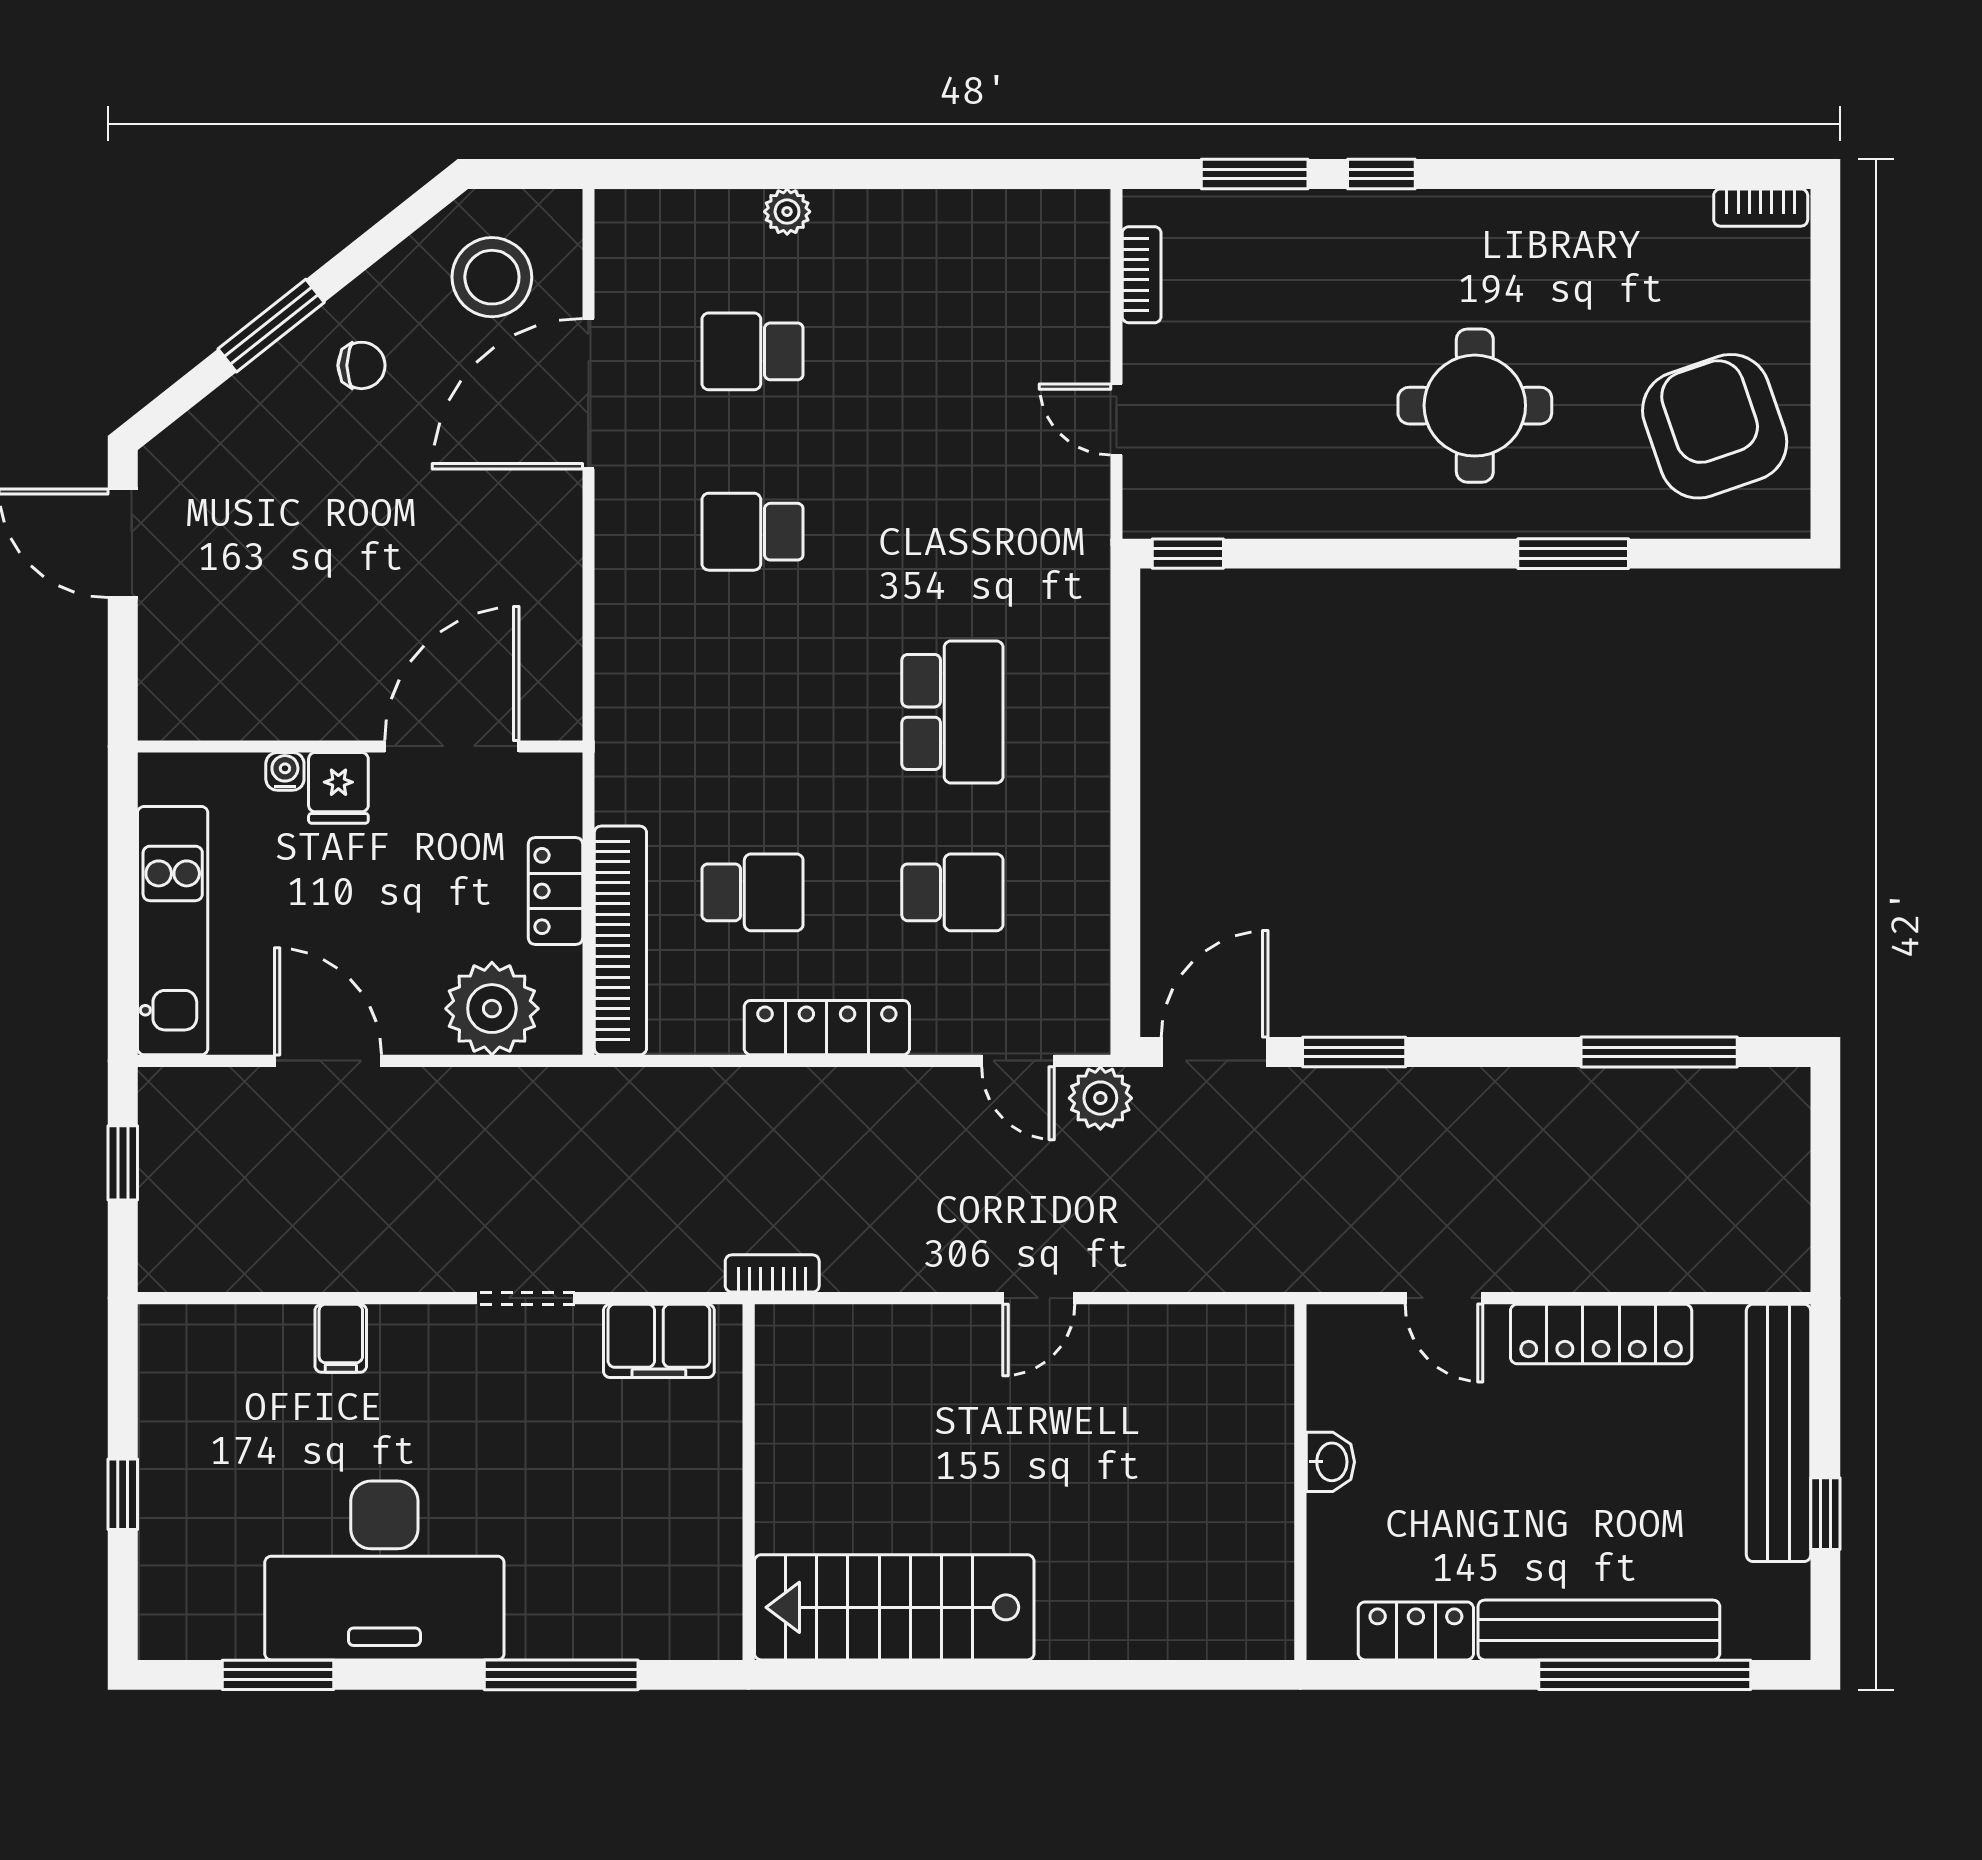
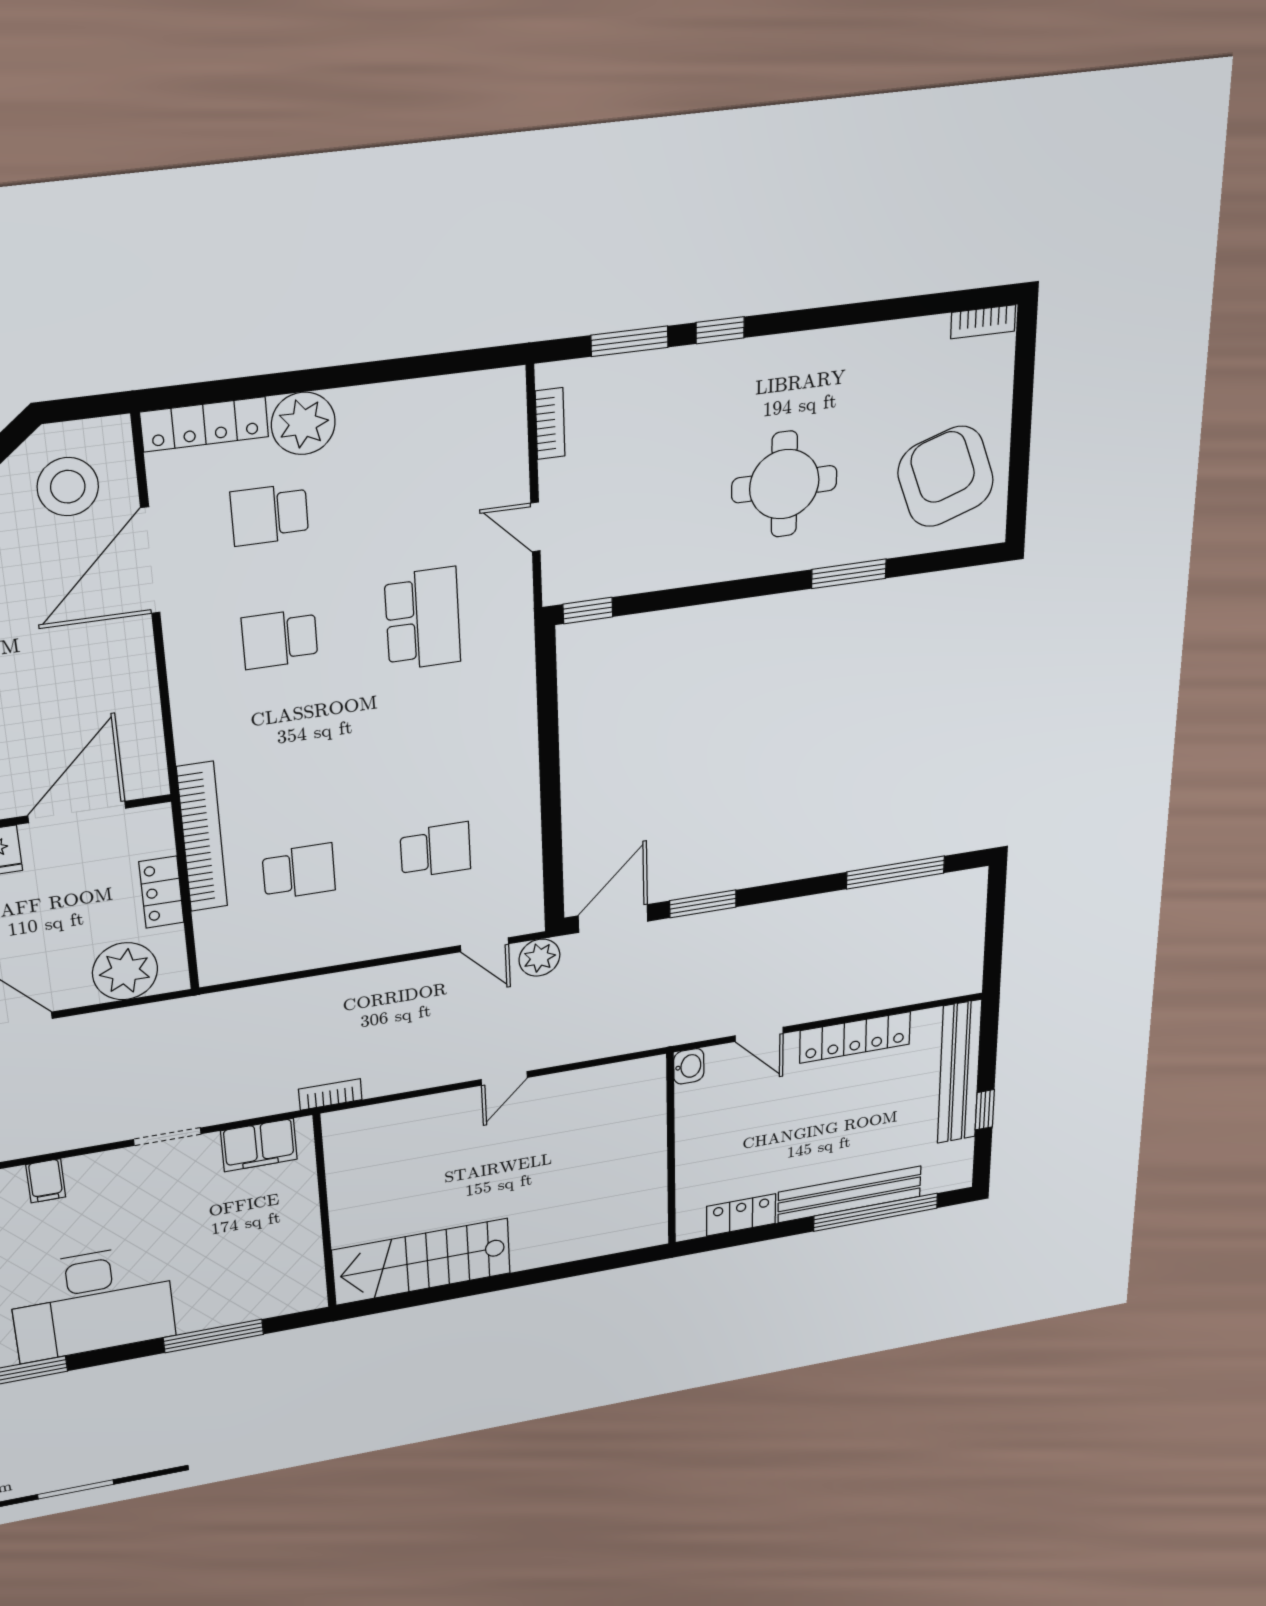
plant: (787, 212) -> (303, 423), width x1.87, depth x1.87
school desk: (952, 712) -> (423, 619), moved
bookcase: (620, 940) -> (202, 837), moved
locker: (827, 1028) -> (204, 424), moved, turned 180
washbasin: (1330, 1462) -> (689, 1066), moved

